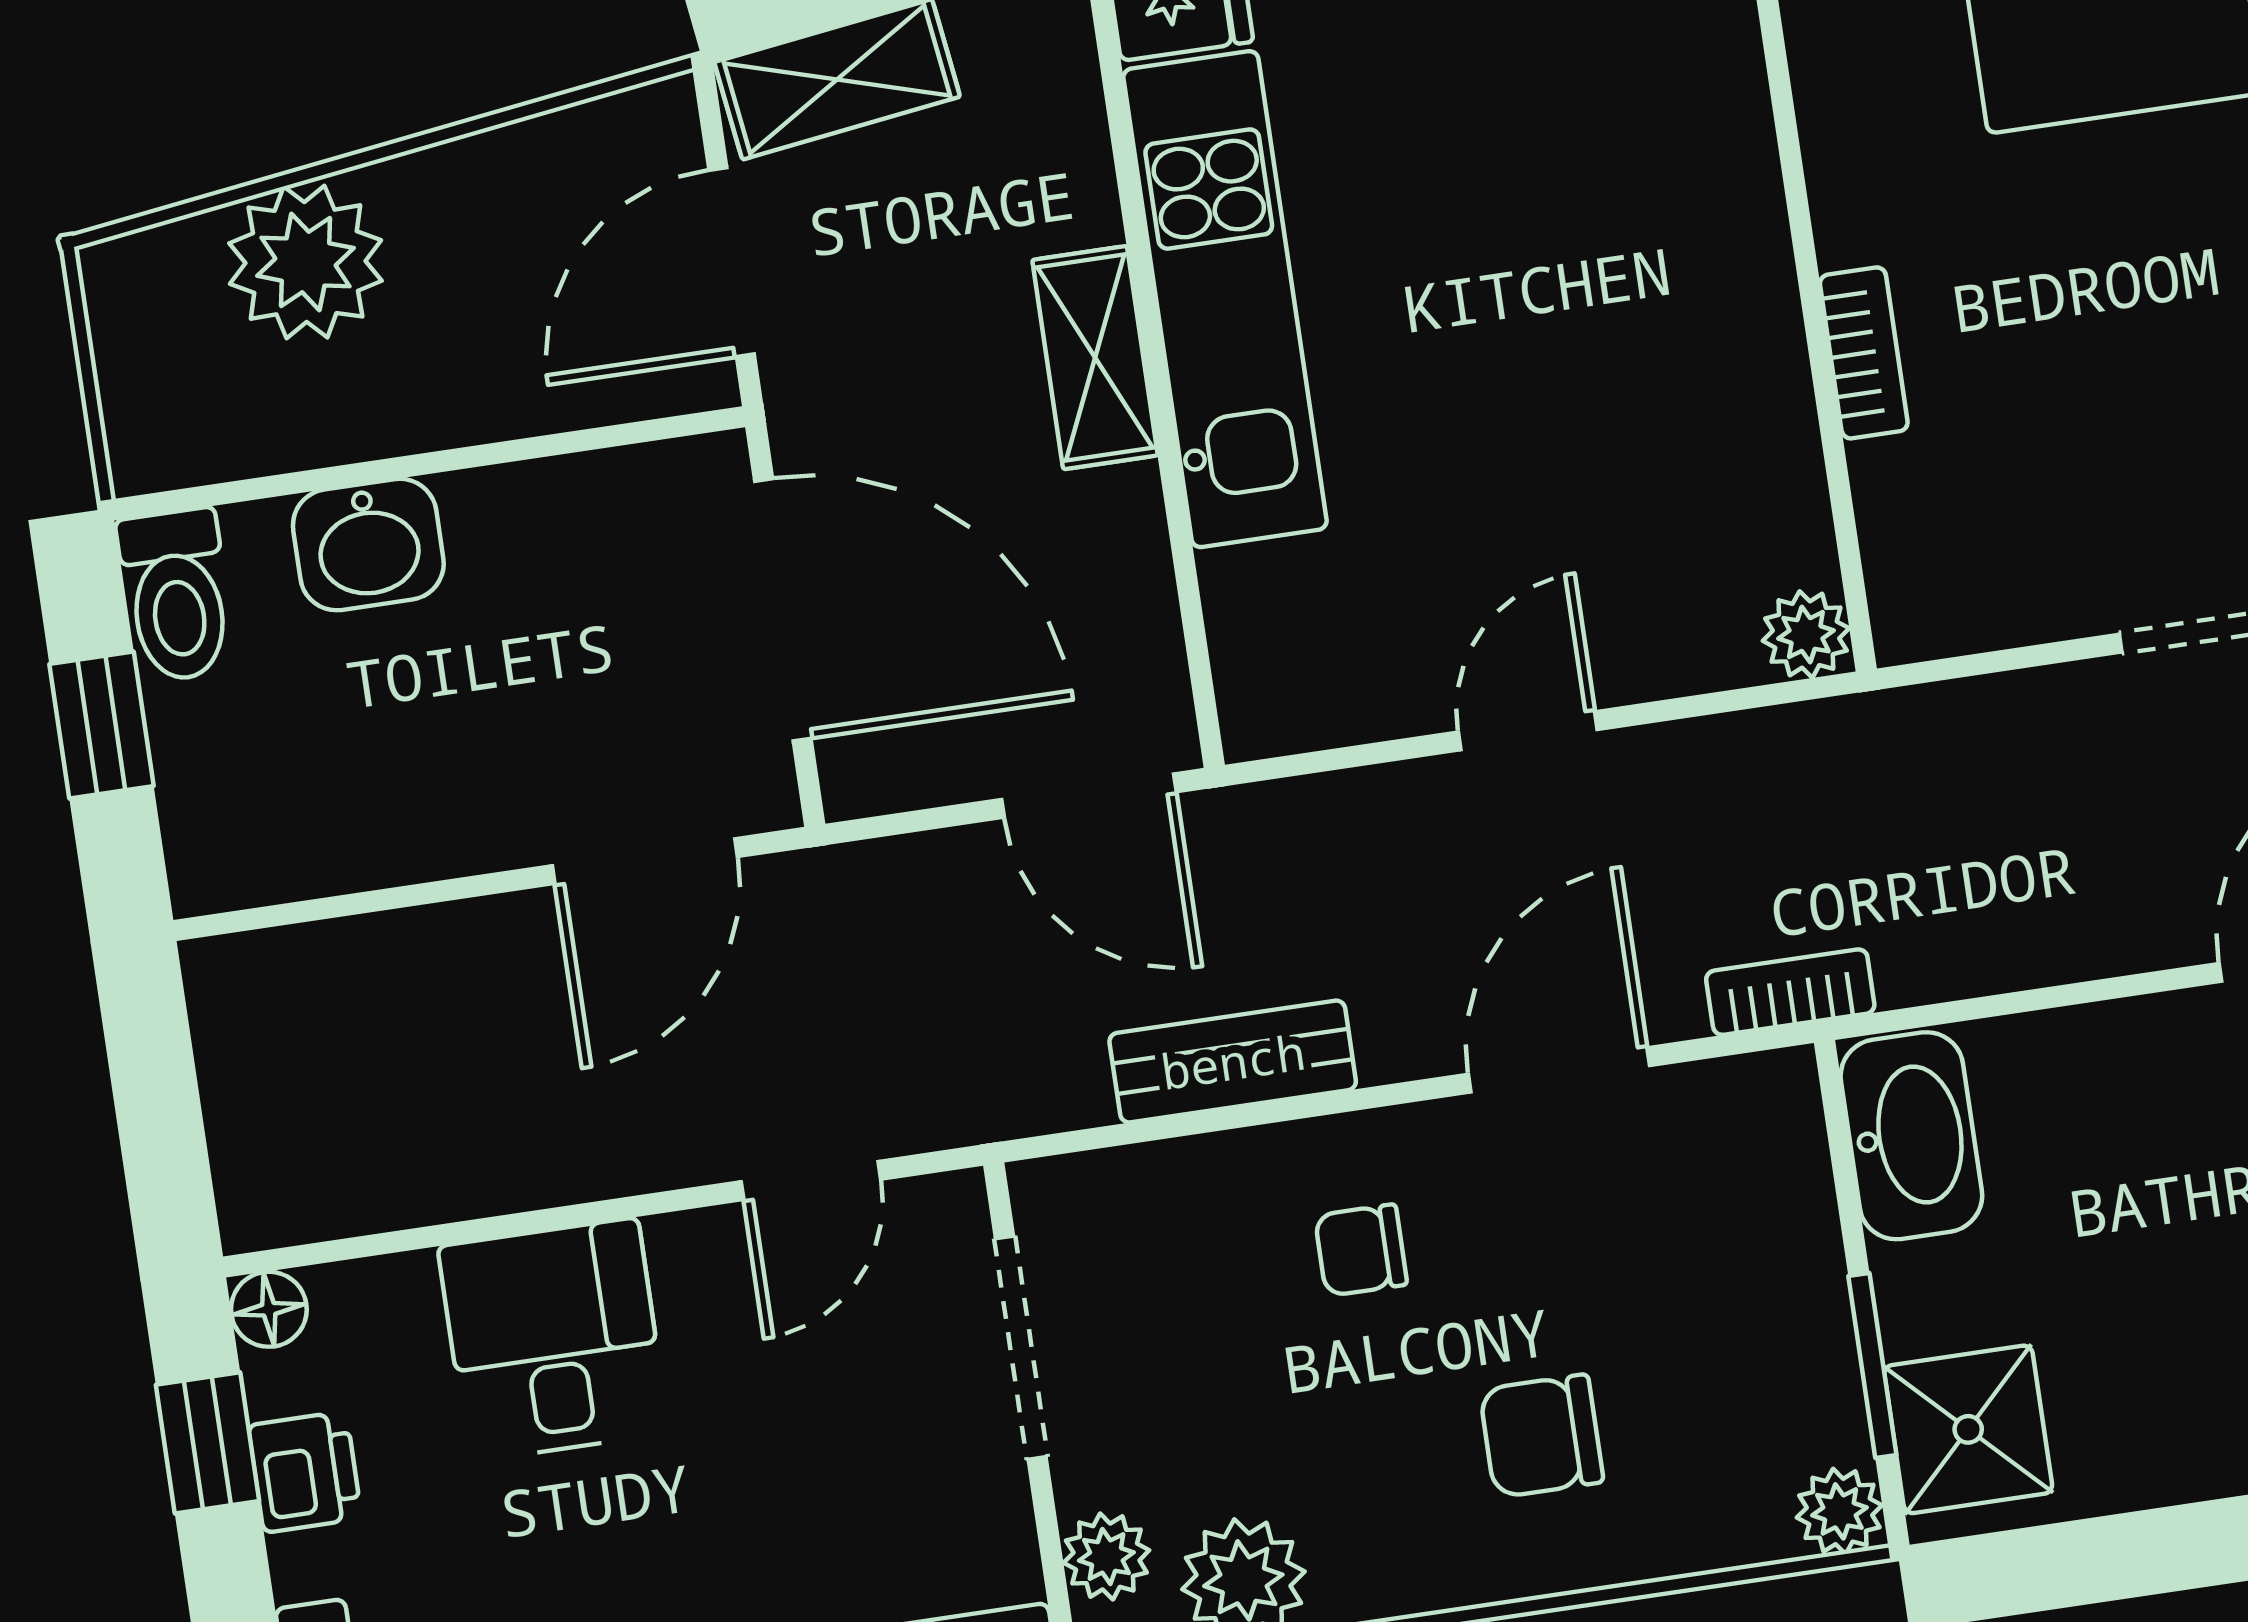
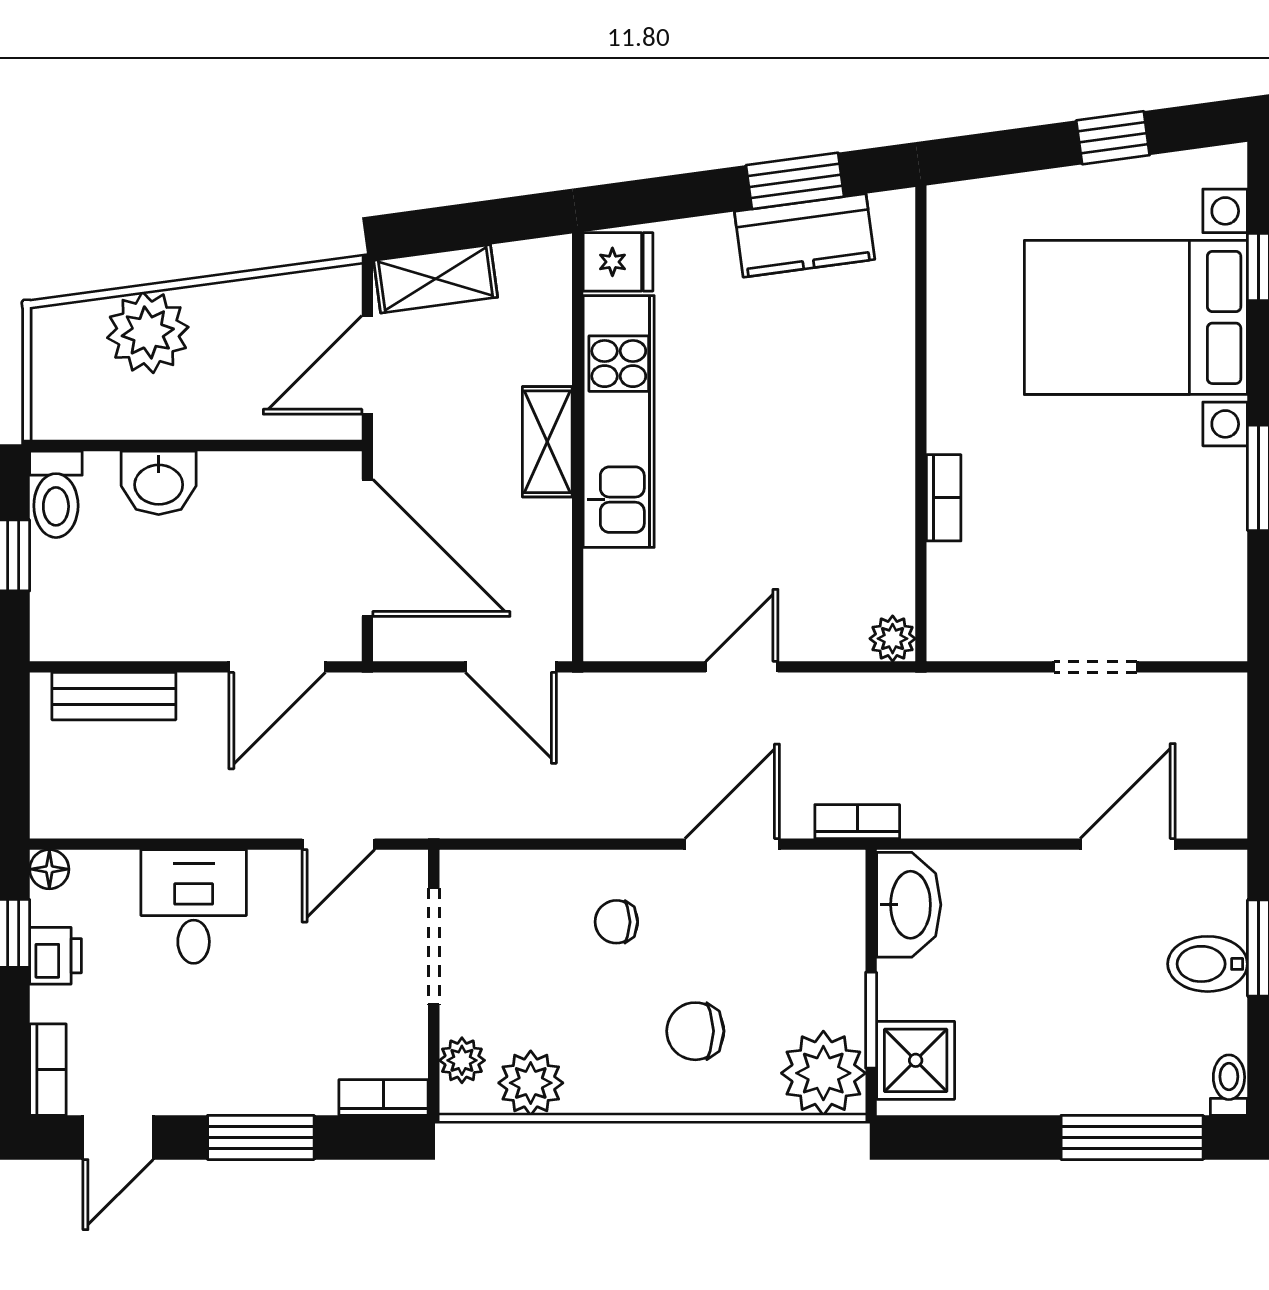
bench: (1233, 1061) -> (114, 696), moved
plant: (1839, 1511) -> (823, 1073), width x1.87, depth x1.87

